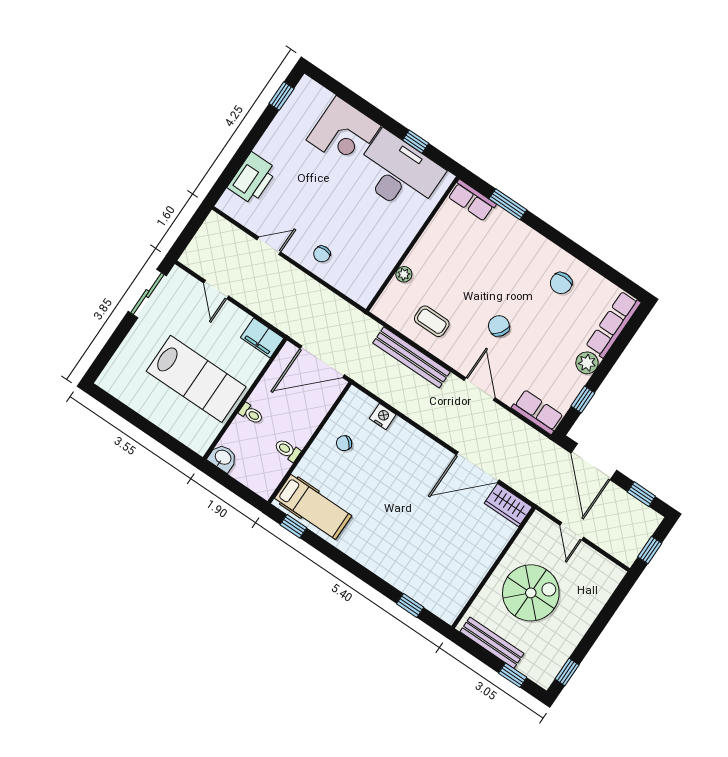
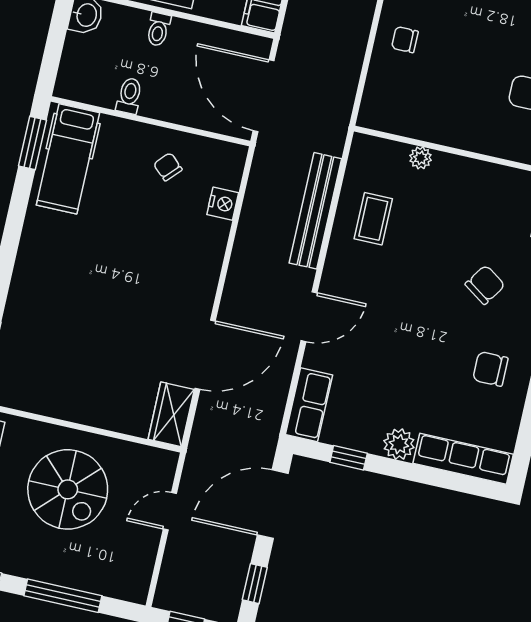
chair: (499, 326) -> (485, 285), moved
door: (478, 467) -> (205, 355), swing flipped
window: (293, 526) -> (32, 143), width x1.50
window: (600, 624) -> (63, 596), added

